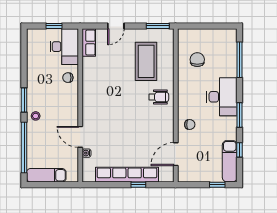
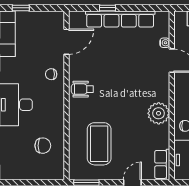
chair: (197, 60) -> (43, 146), turned -90
plant: (92, 89) -> (159, 113), added
wheelchair: (159, 97) -> (82, 89), moved

